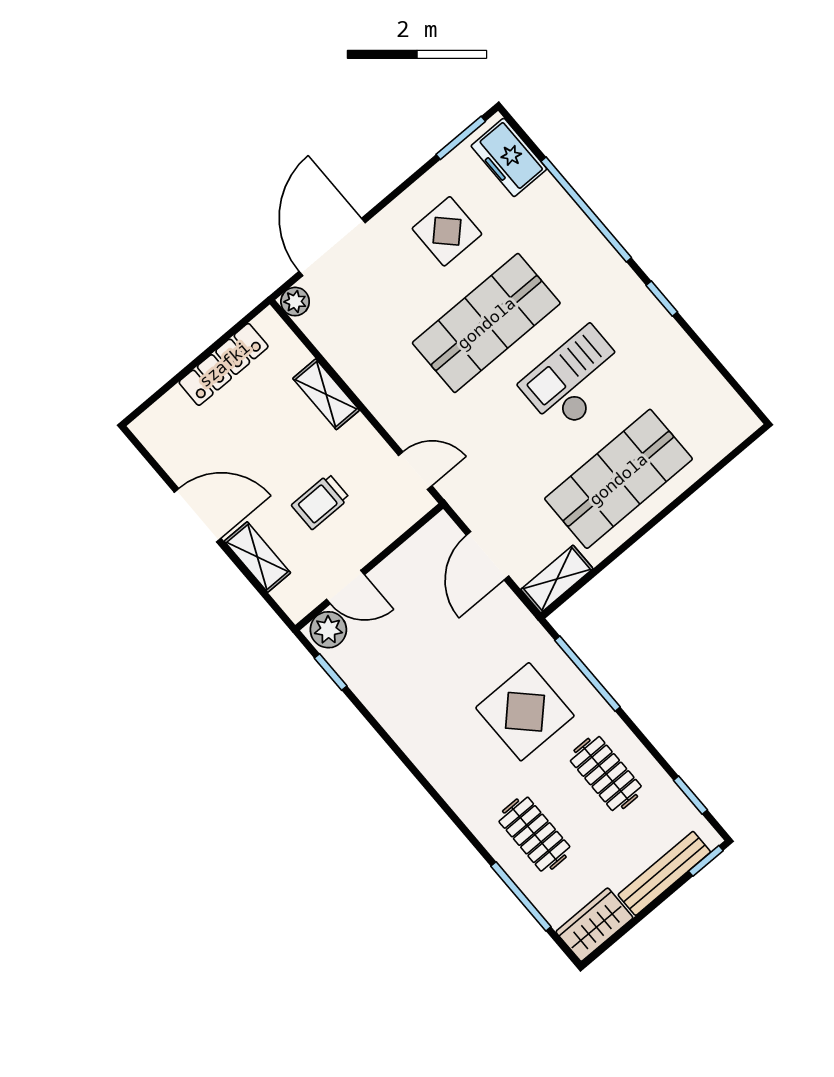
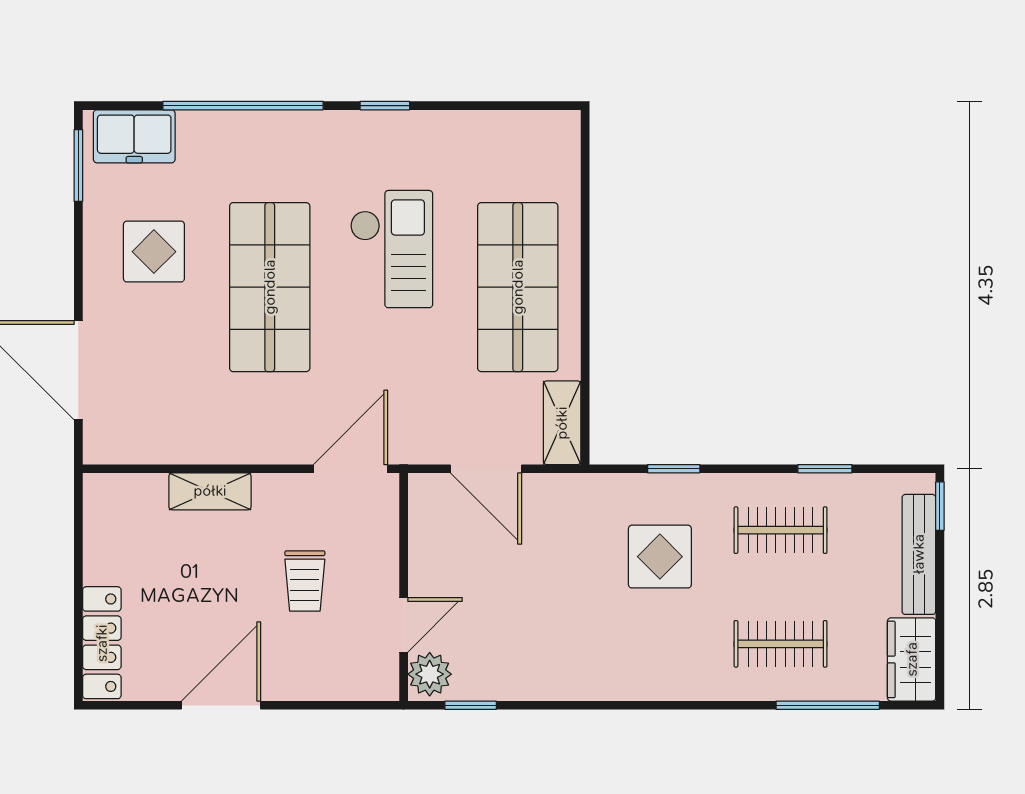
plant: (295, 302) -> (100, 447), removed
locker: (224, 364) -> (102, 643), moved
checkout: (575, 379) -> (391, 249), turned 180
door: (415, 471) -> (351, 469), width x1.38
shelving: (257, 557) -> (307, 683), removed
window: (587, 674) -> (674, 469), width x0.46
display table: (525, 712) -> (660, 557), width x0.73, depth x0.73
window: (690, 795) -> (825, 469), moved

